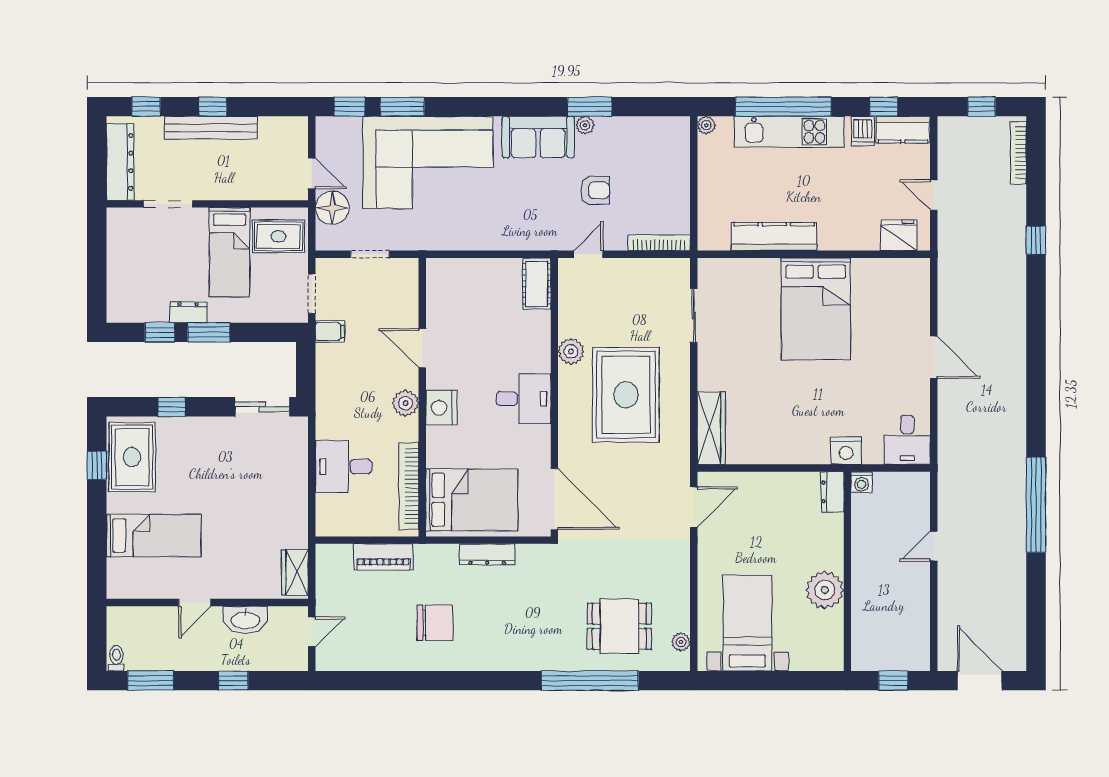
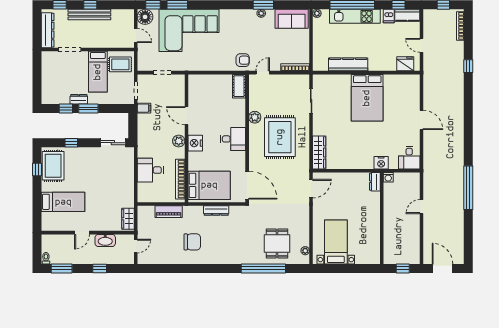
sofa: (538, 137) -> (292, 19), moved
armchair: (595, 190) -> (243, 60), moved
floor lamp: (332, 208) -> (145, 17), moved
plant: (825, 590) -> (371, 227), removed
dining table: (619, 626) -> (277, 243), turned 90

